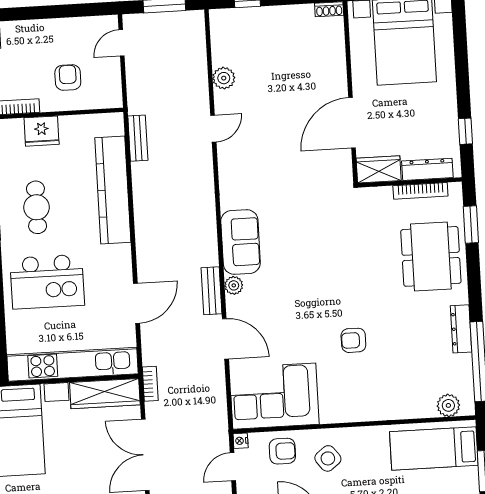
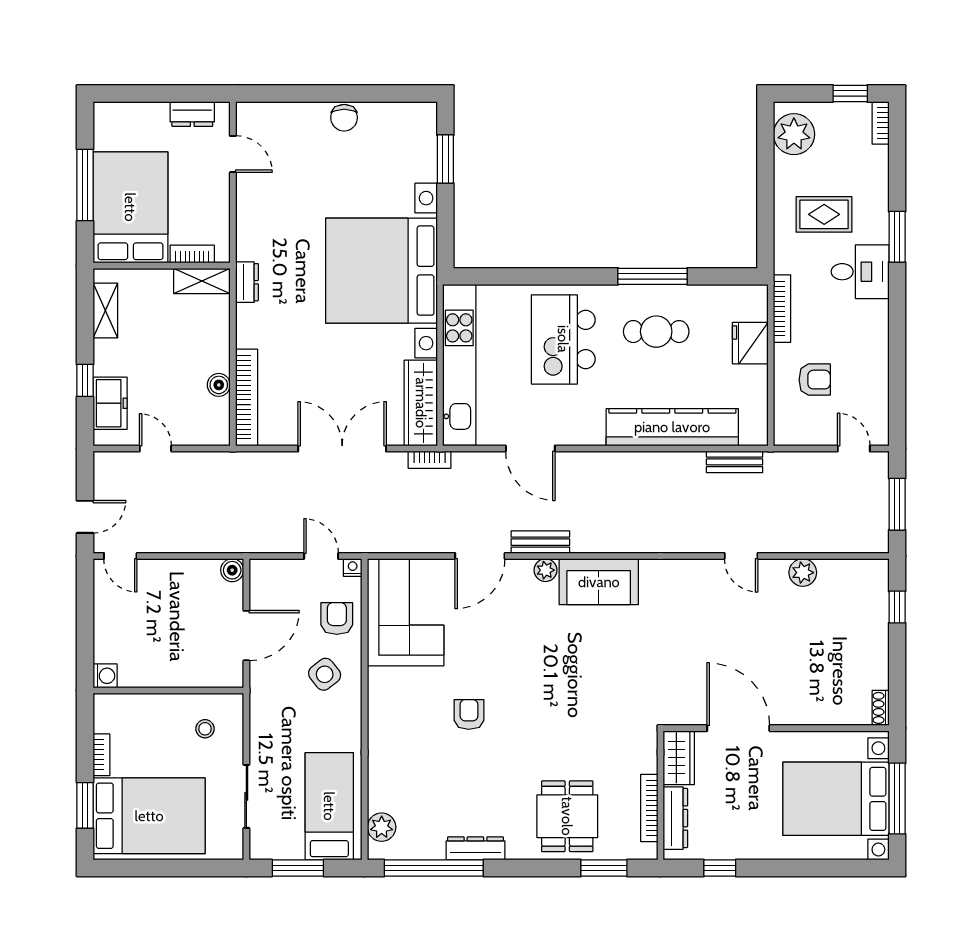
dining table: (431, 256) -> (567, 816), width x0.73
armchair: (282, 451) -> (337, 619), turned 180

